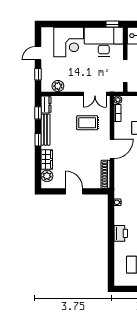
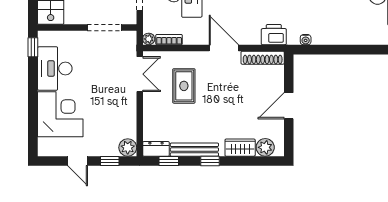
desk: (104, 42) -> (55, 69), width x0.73, depth x0.77
plant: (58, 86) -> (128, 148), moved
printer: (121, 233) -> (274, 35), moved

